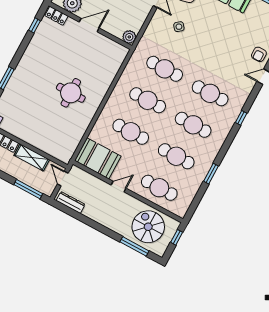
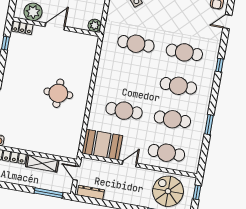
cafe table: (148, 100) -> (130, 77), removed

